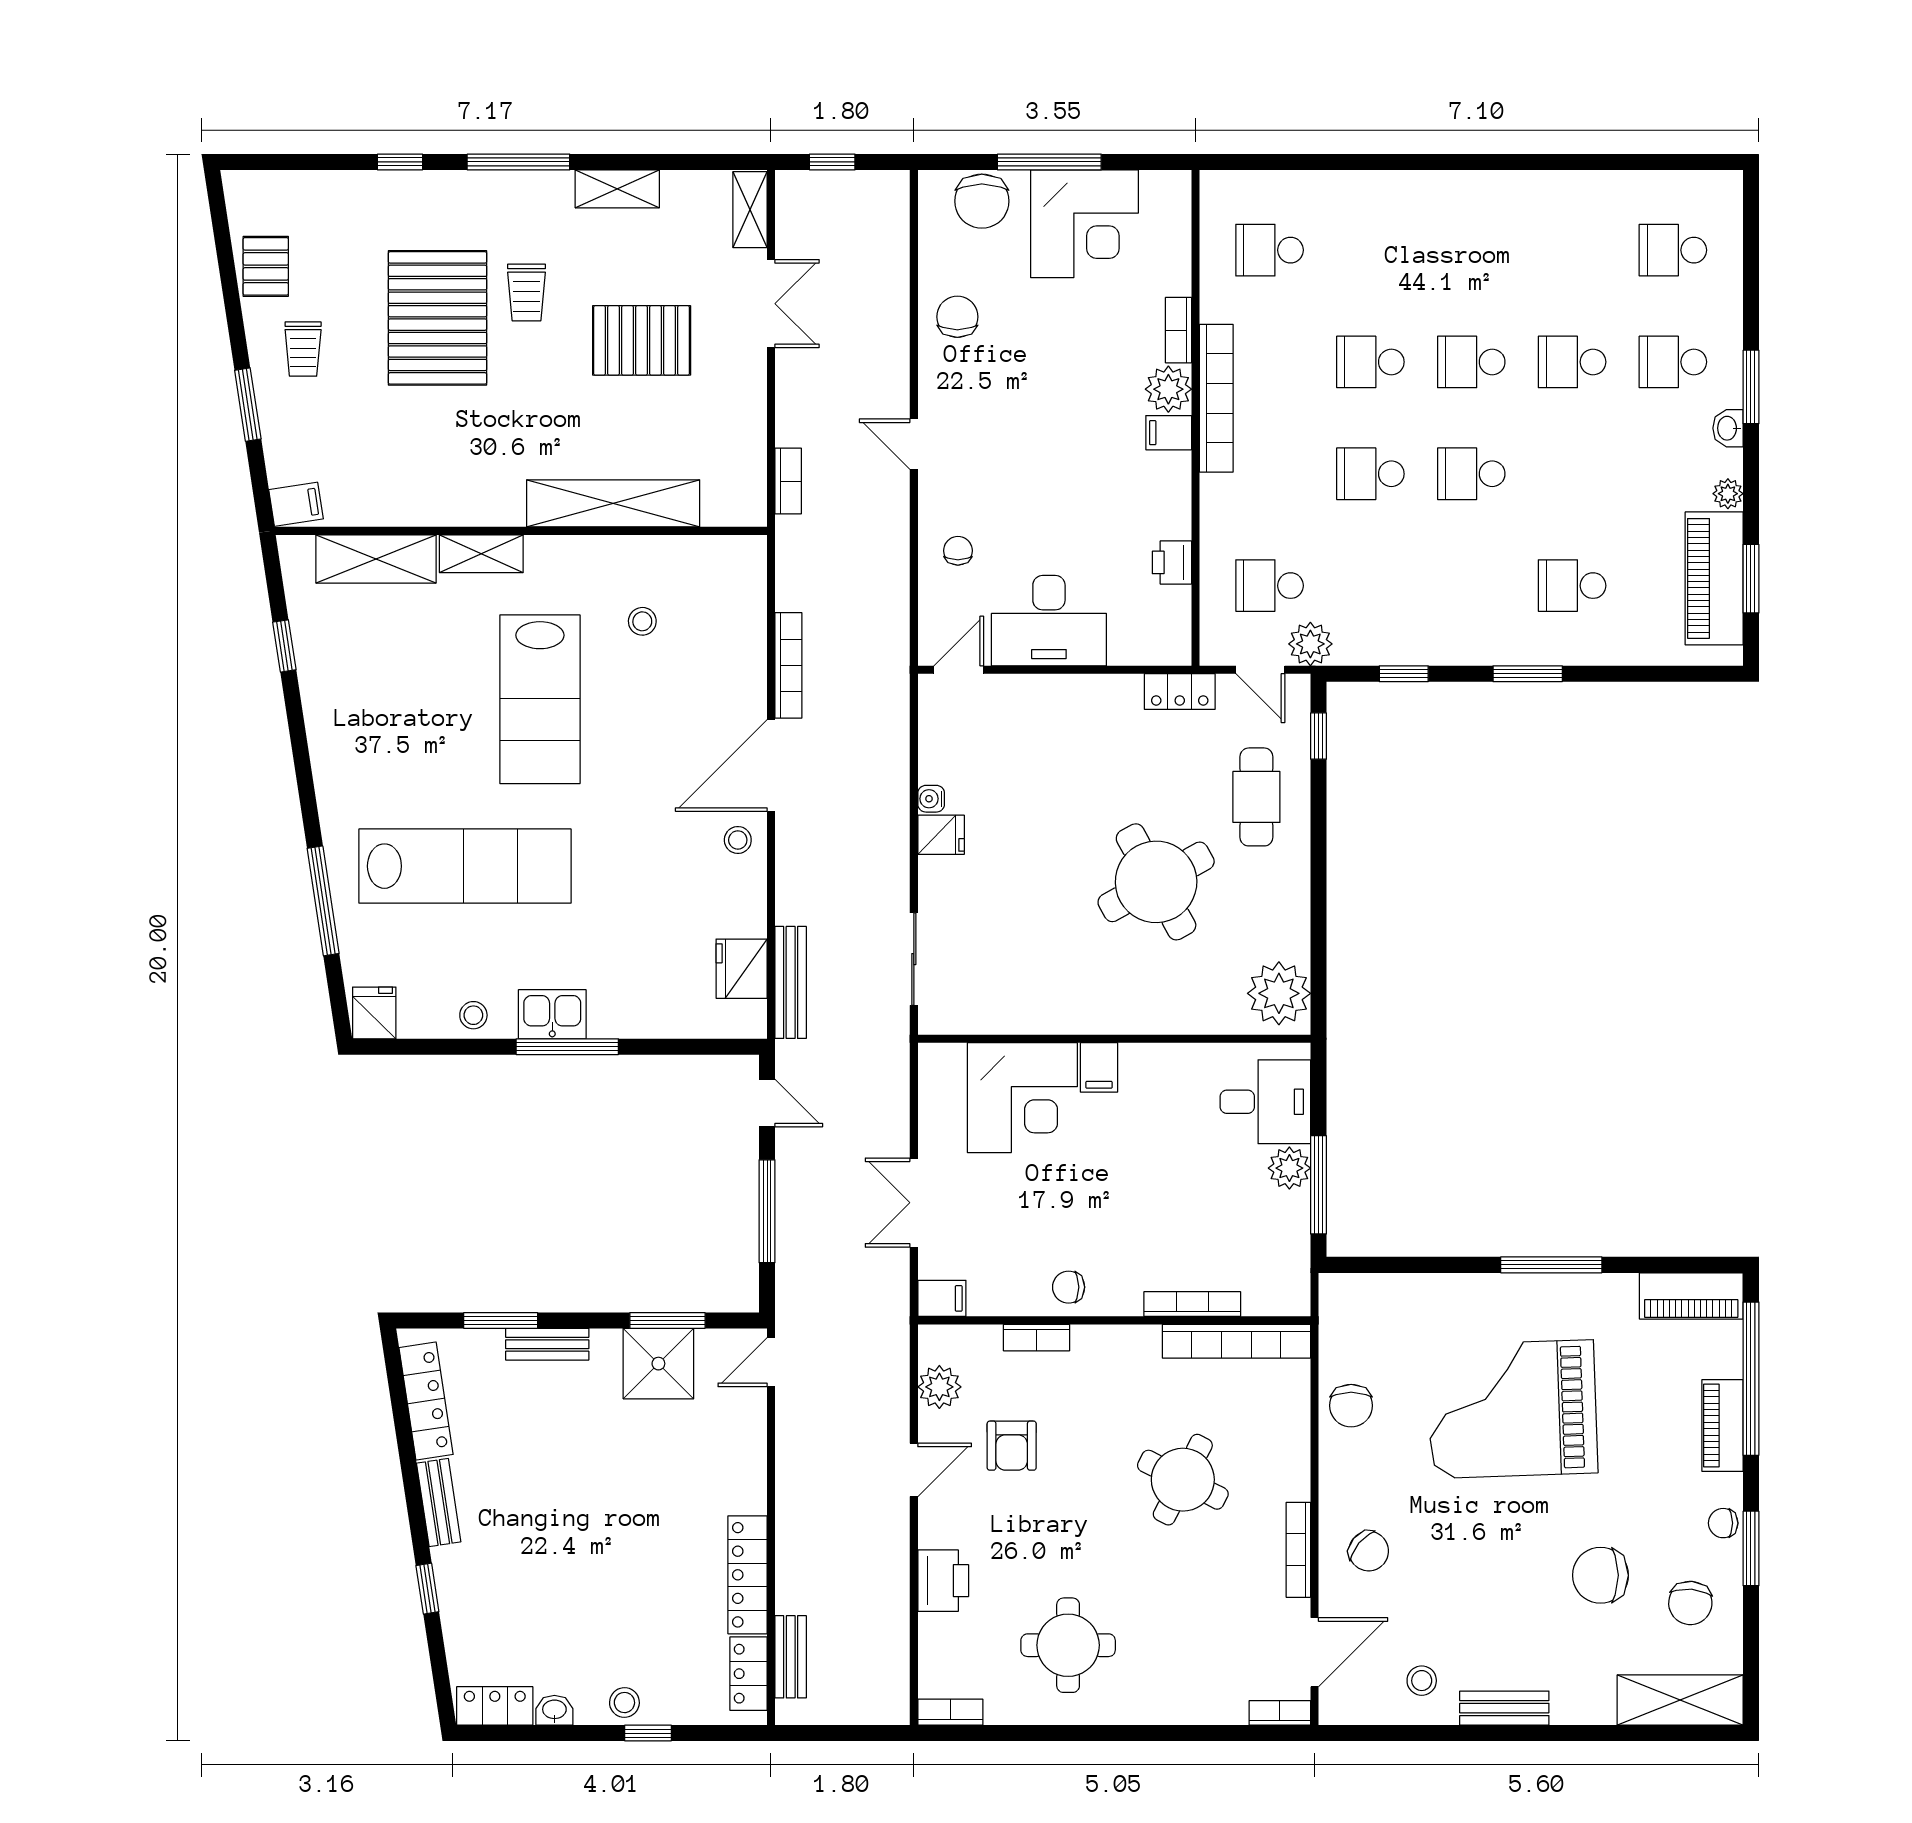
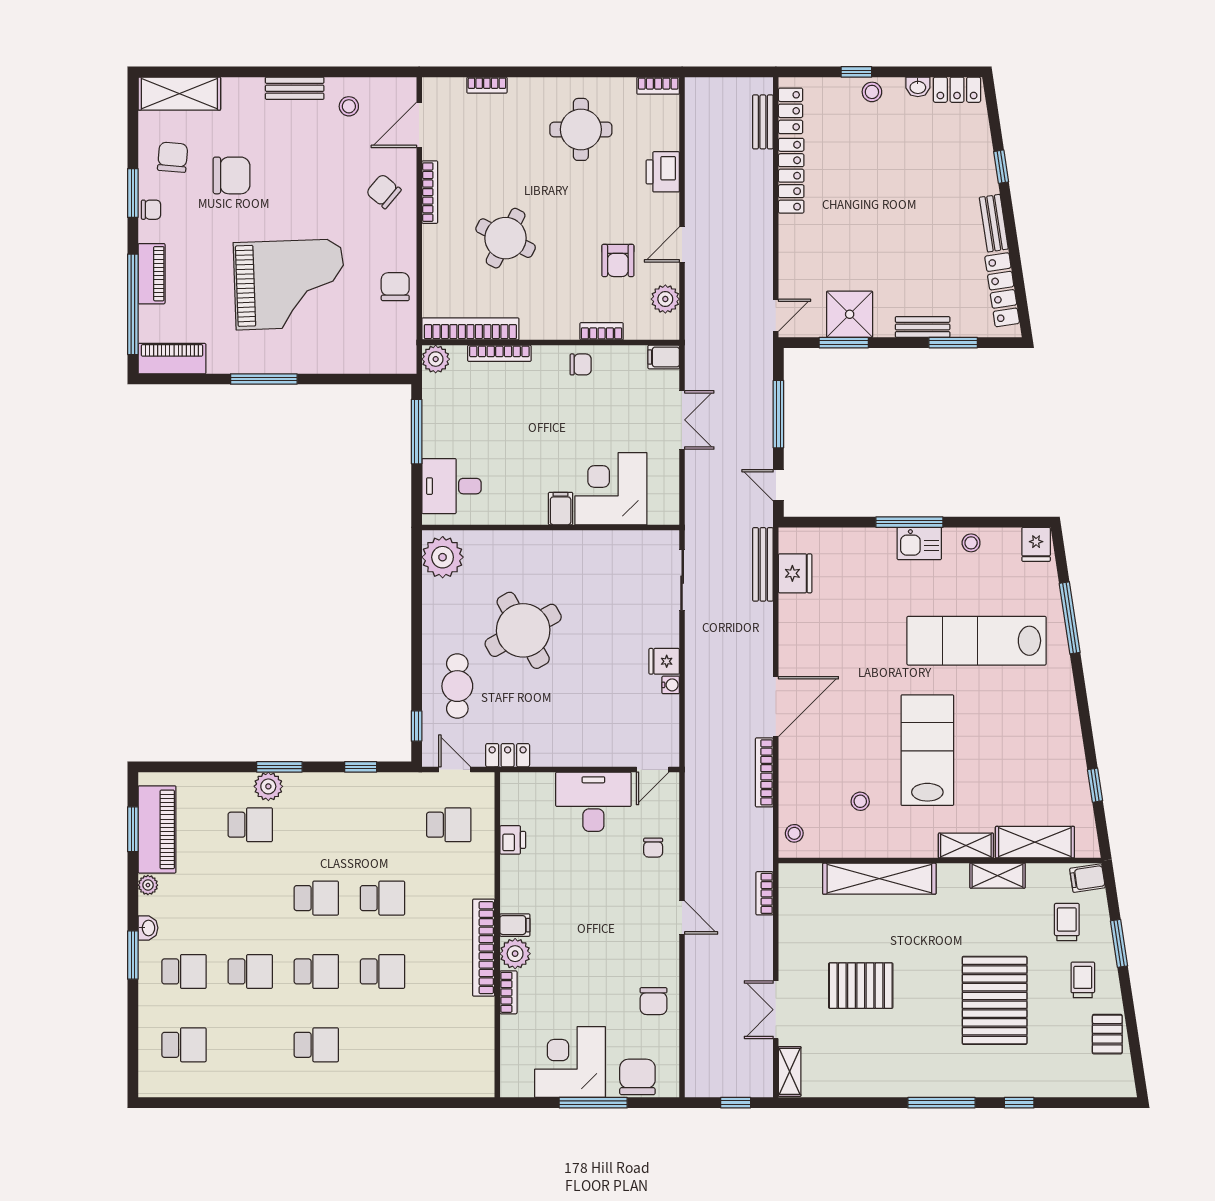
shelving: (617, 189) -> (998, 876), moved
school desk: (1270, 250) -> (316, 1045), moved
trolley: (527, 293) -> (1067, 922), moved
plant: (1310, 644) -> (268, 786), moved
stool: (738, 840) -> (794, 833), moved
plant: (1289, 1168) -> (436, 359), moved
armchair: (1012, 1446) -> (618, 260), turned 180
bookcase: (1280, 1713) -> (487, 85), moved

